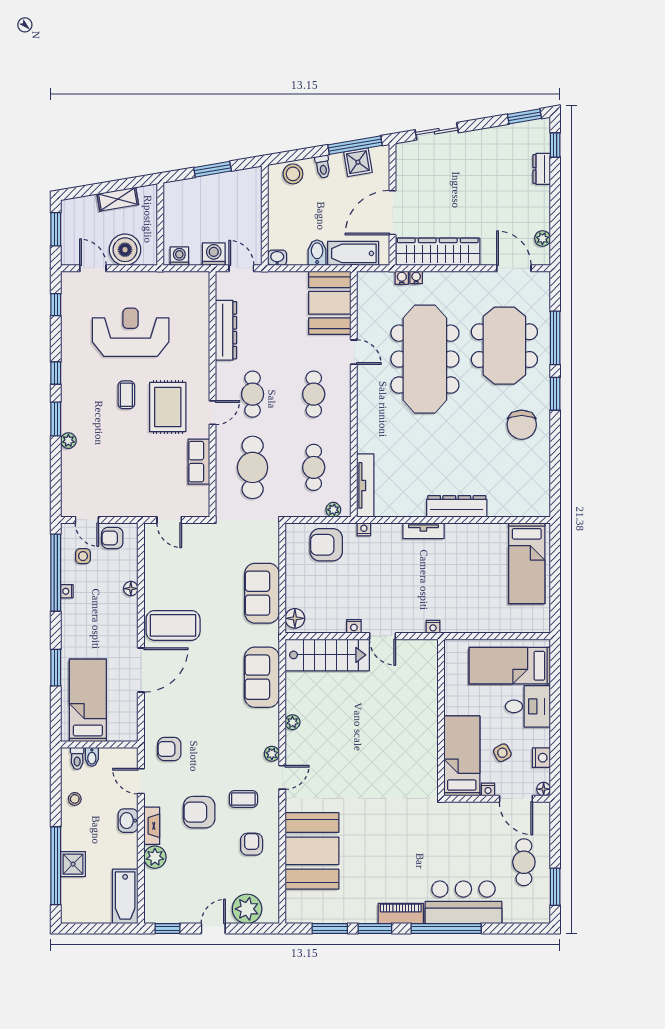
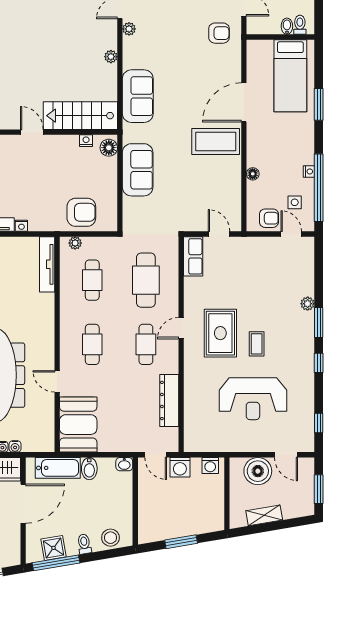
row of seats: (199, 462) -> (193, 256), moved
nightstand: (364, 529) -> (21, 226), moved
nightstand: (354, 626) -> (86, 141), moved

